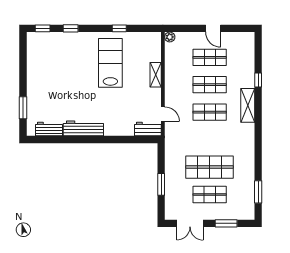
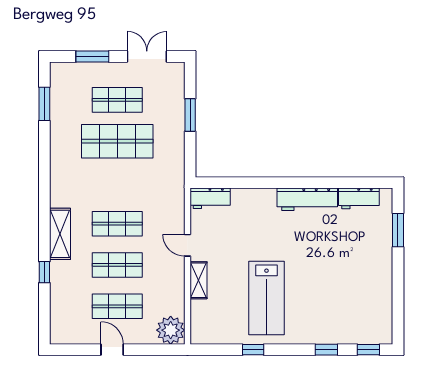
plant: (170, 37) -> (171, 330), width x1.88, depth x1.88
door: (163, 114) -> (187, 245), moved

